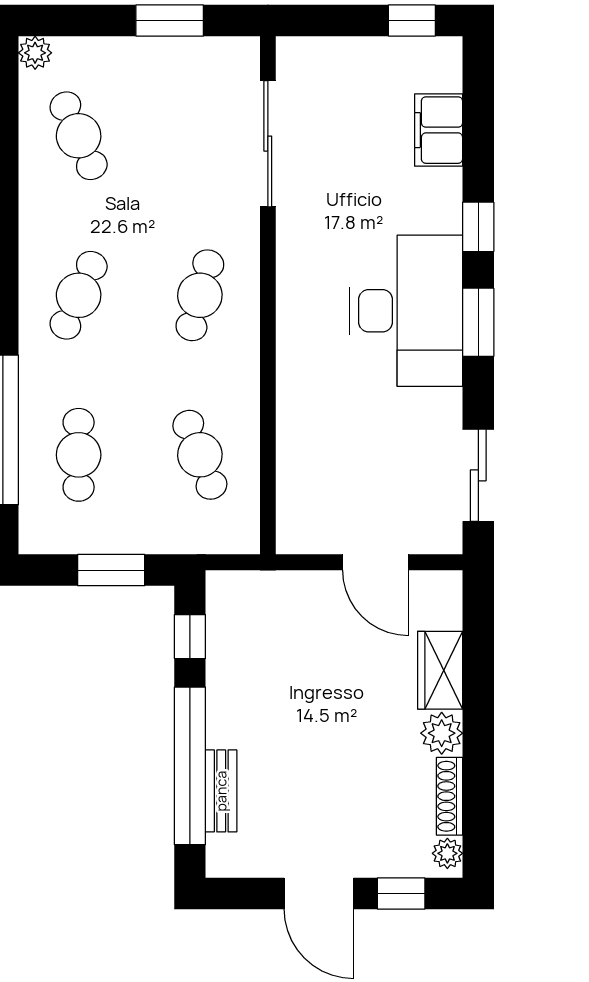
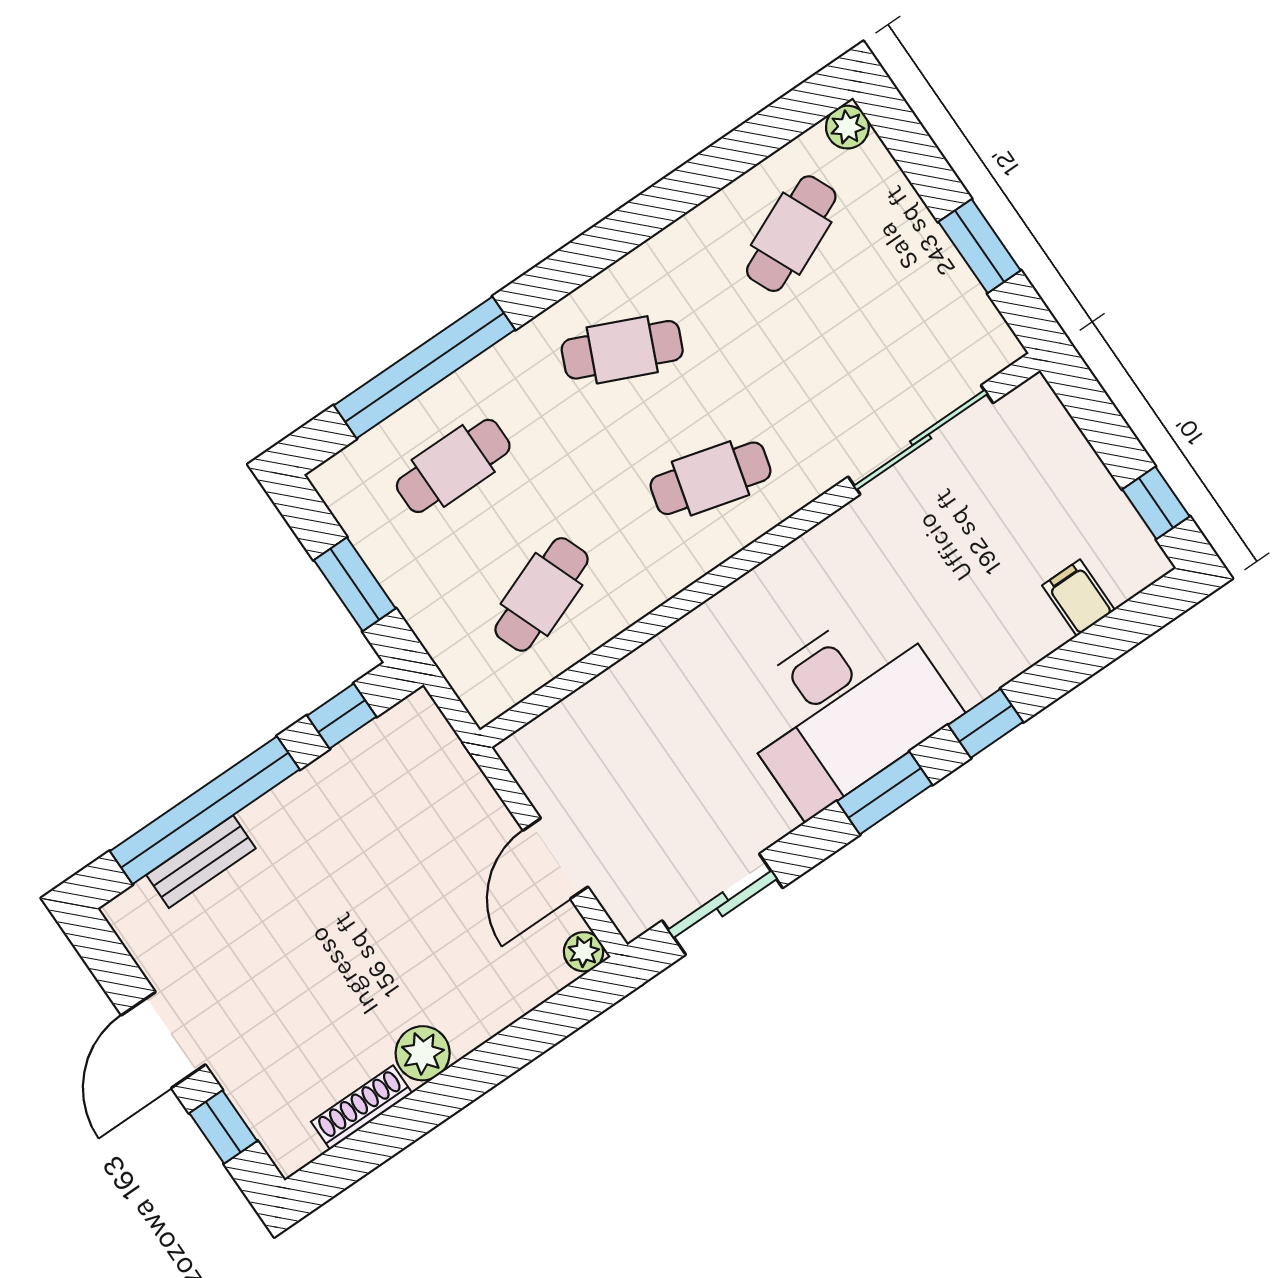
filing cabinet: (439, 130) -> (1079, 598), width x0.50
wardrobe: (440, 670) -> (488, 1006), removed
plant: (447, 853) -> (584, 952), moved

